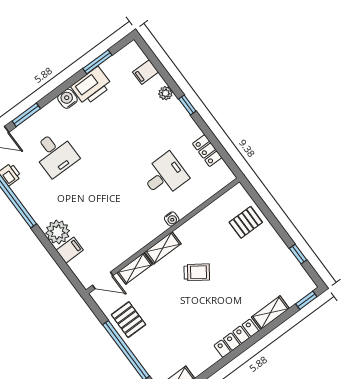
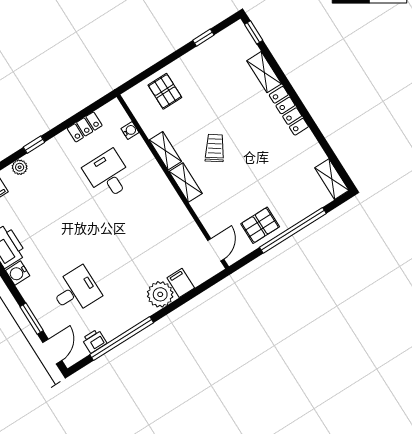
water cooler: (172, 219) -> (130, 131), moved
shelving: (135, 268) -> (165, 151), moved

